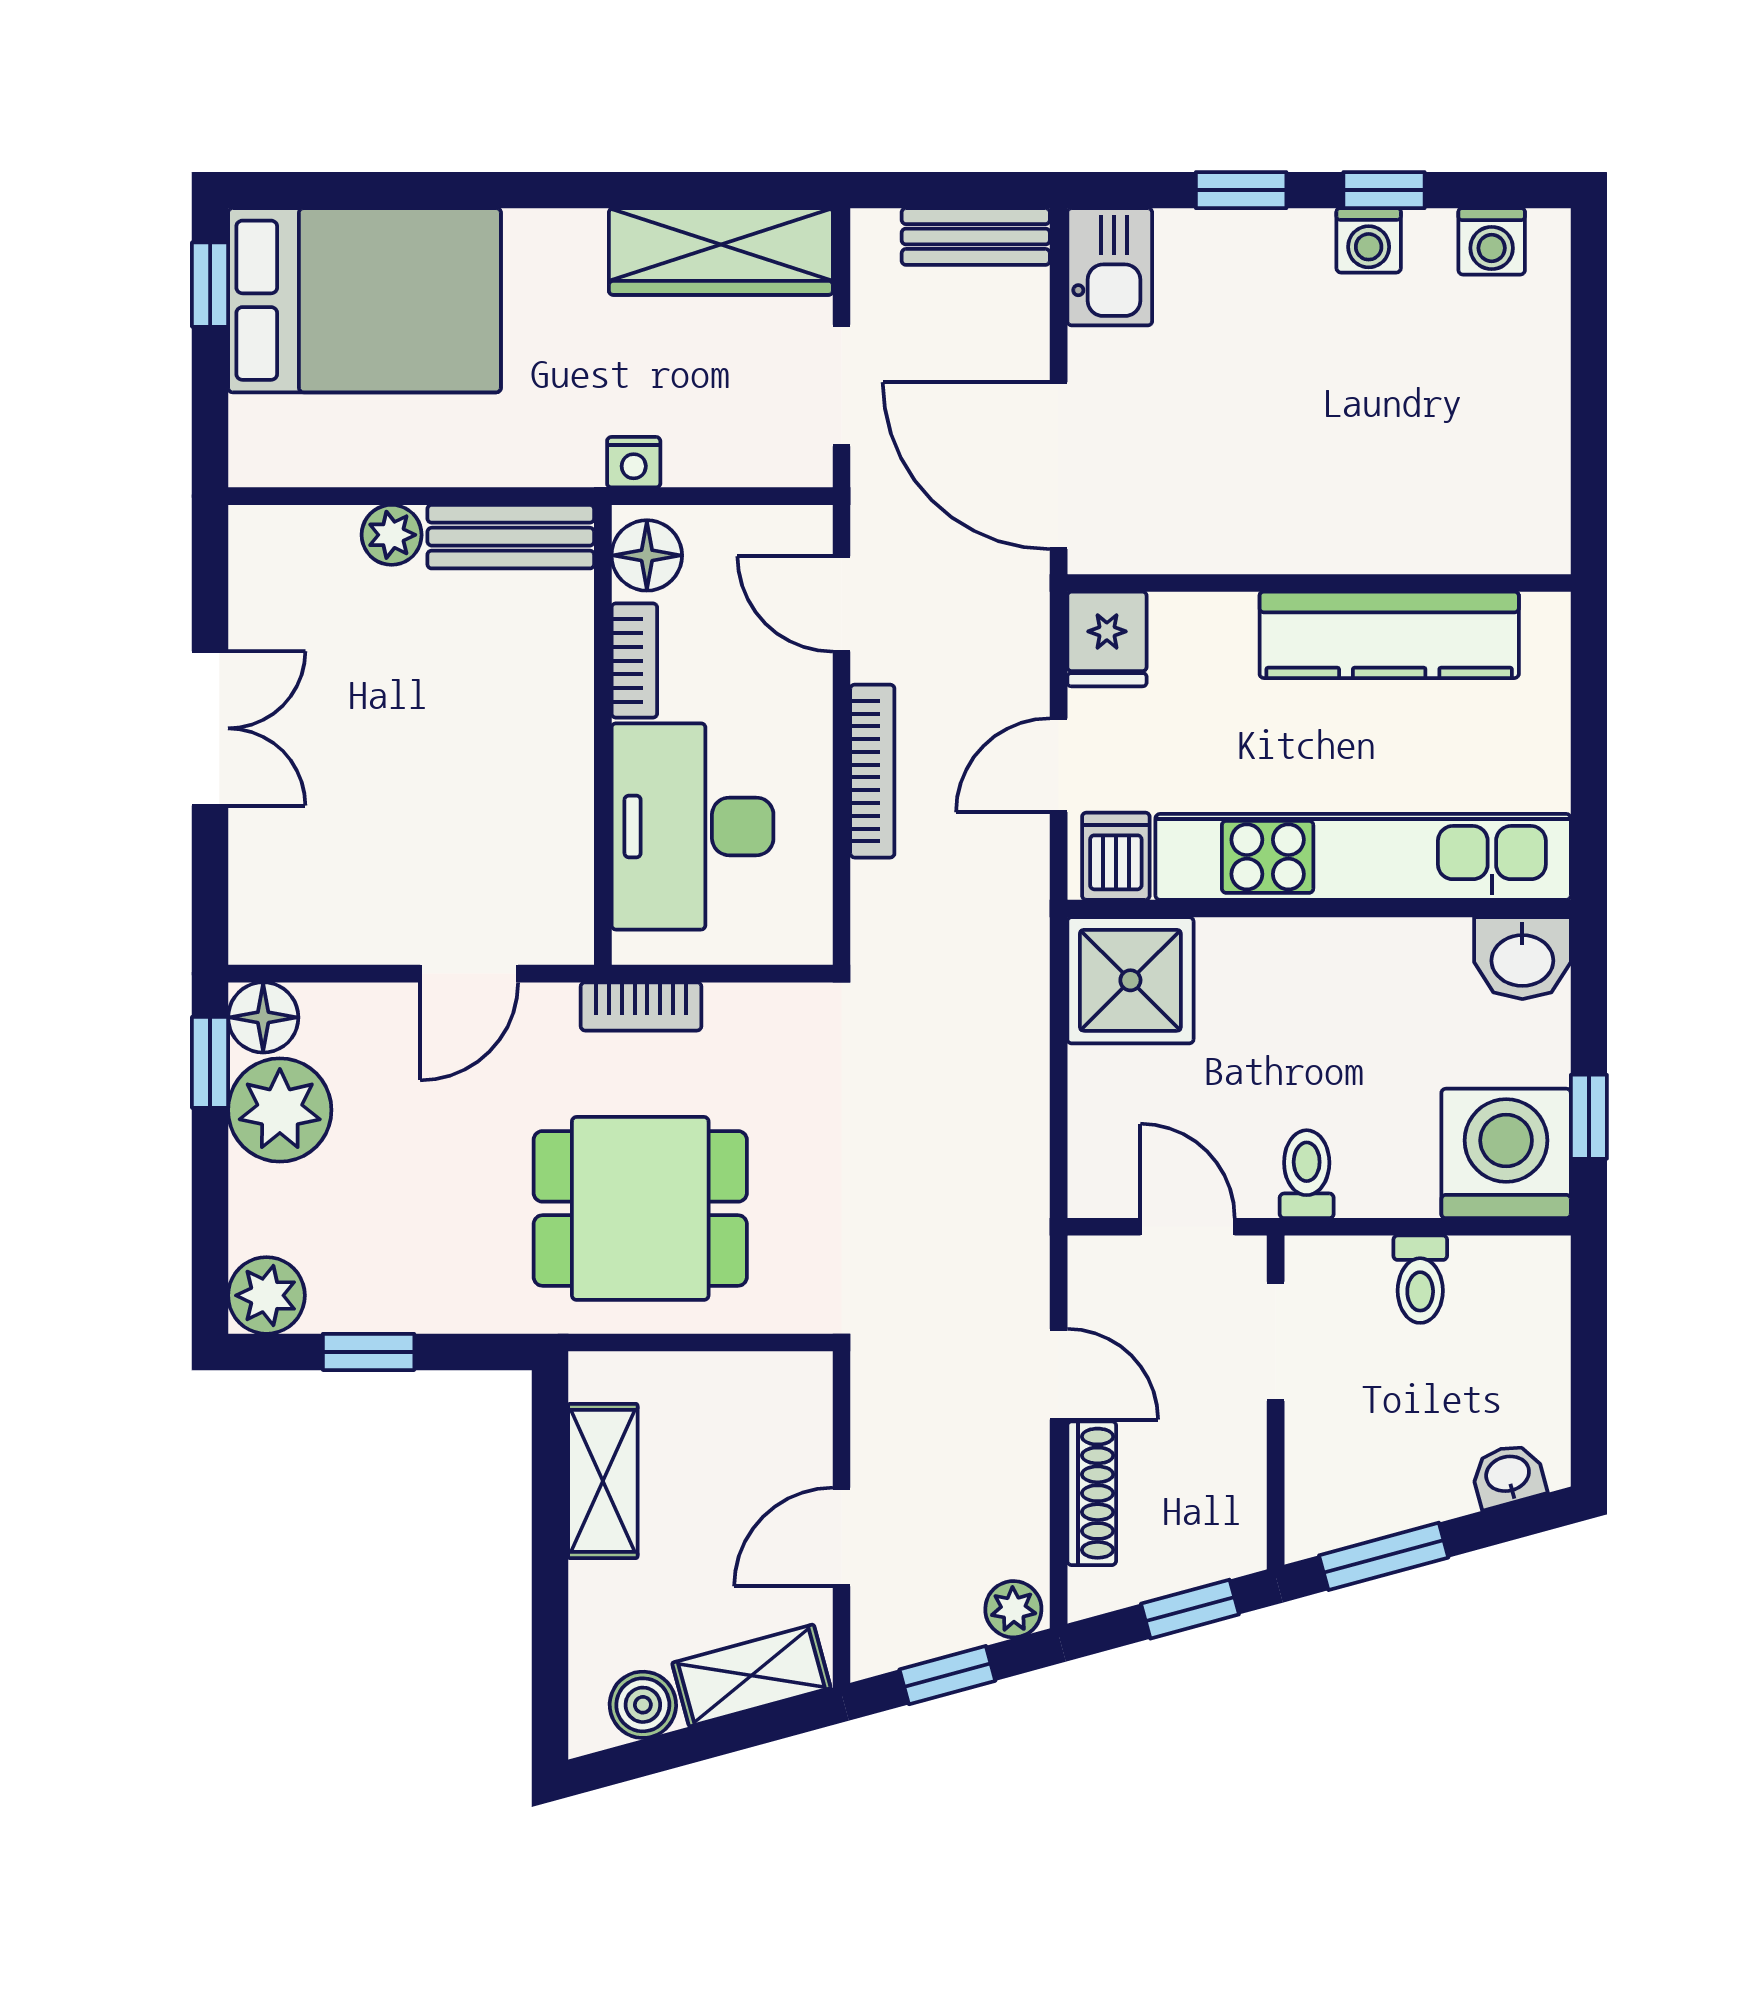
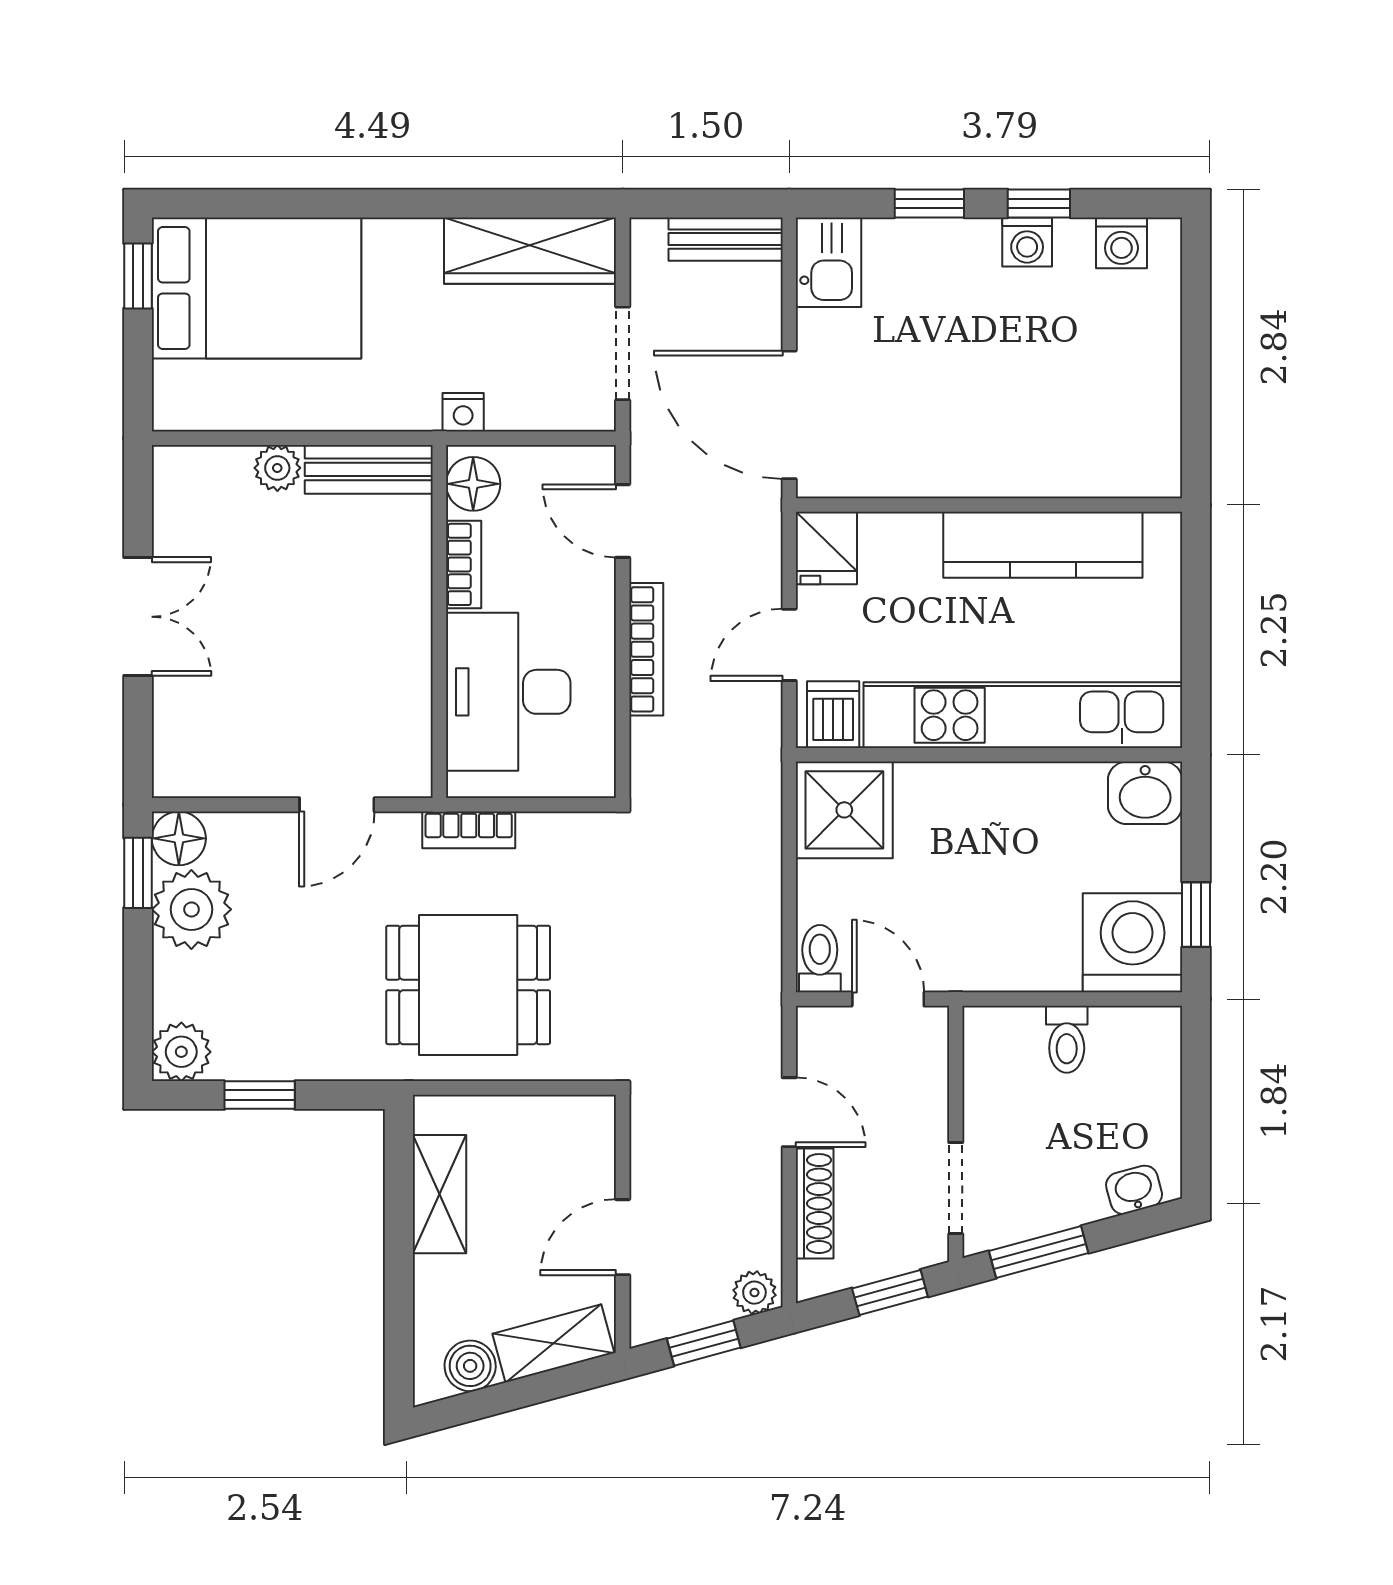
toilet: (1307, 1174) -> (820, 959), moved
doorway: (1276, 1341) -> (956, 1188), moved

